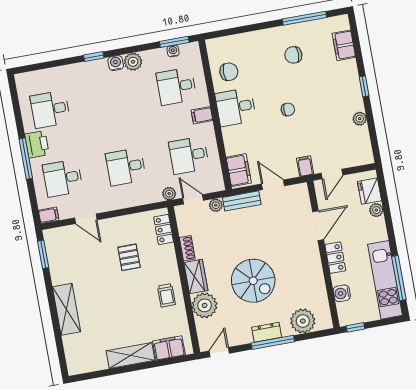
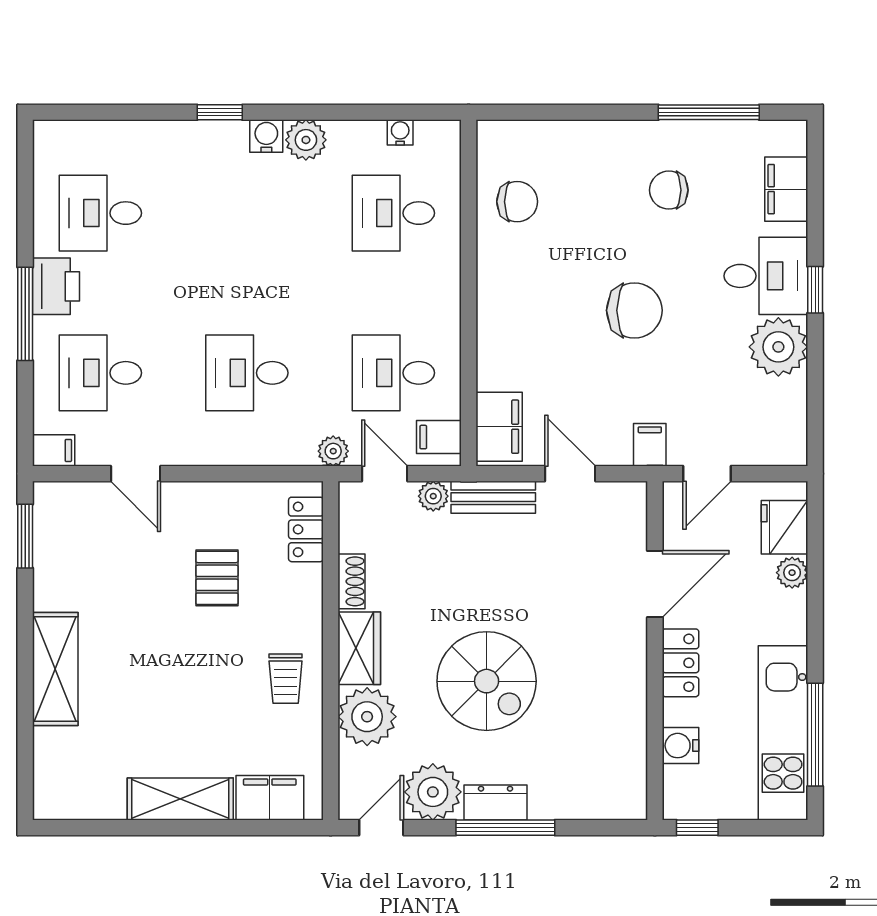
window: (174, 42) -> (407, 112), removed
desk: (236, 107) -> (766, 276), moved, turned 180
chair: (288, 109) -> (634, 310), width x1.87, depth x1.87
filing cabinet: (202, 115) -> (439, 437), moved
plant: (360, 119) -> (778, 347), width x1.88, depth x1.88
plant: (303, 321) -> (433, 792), moved

